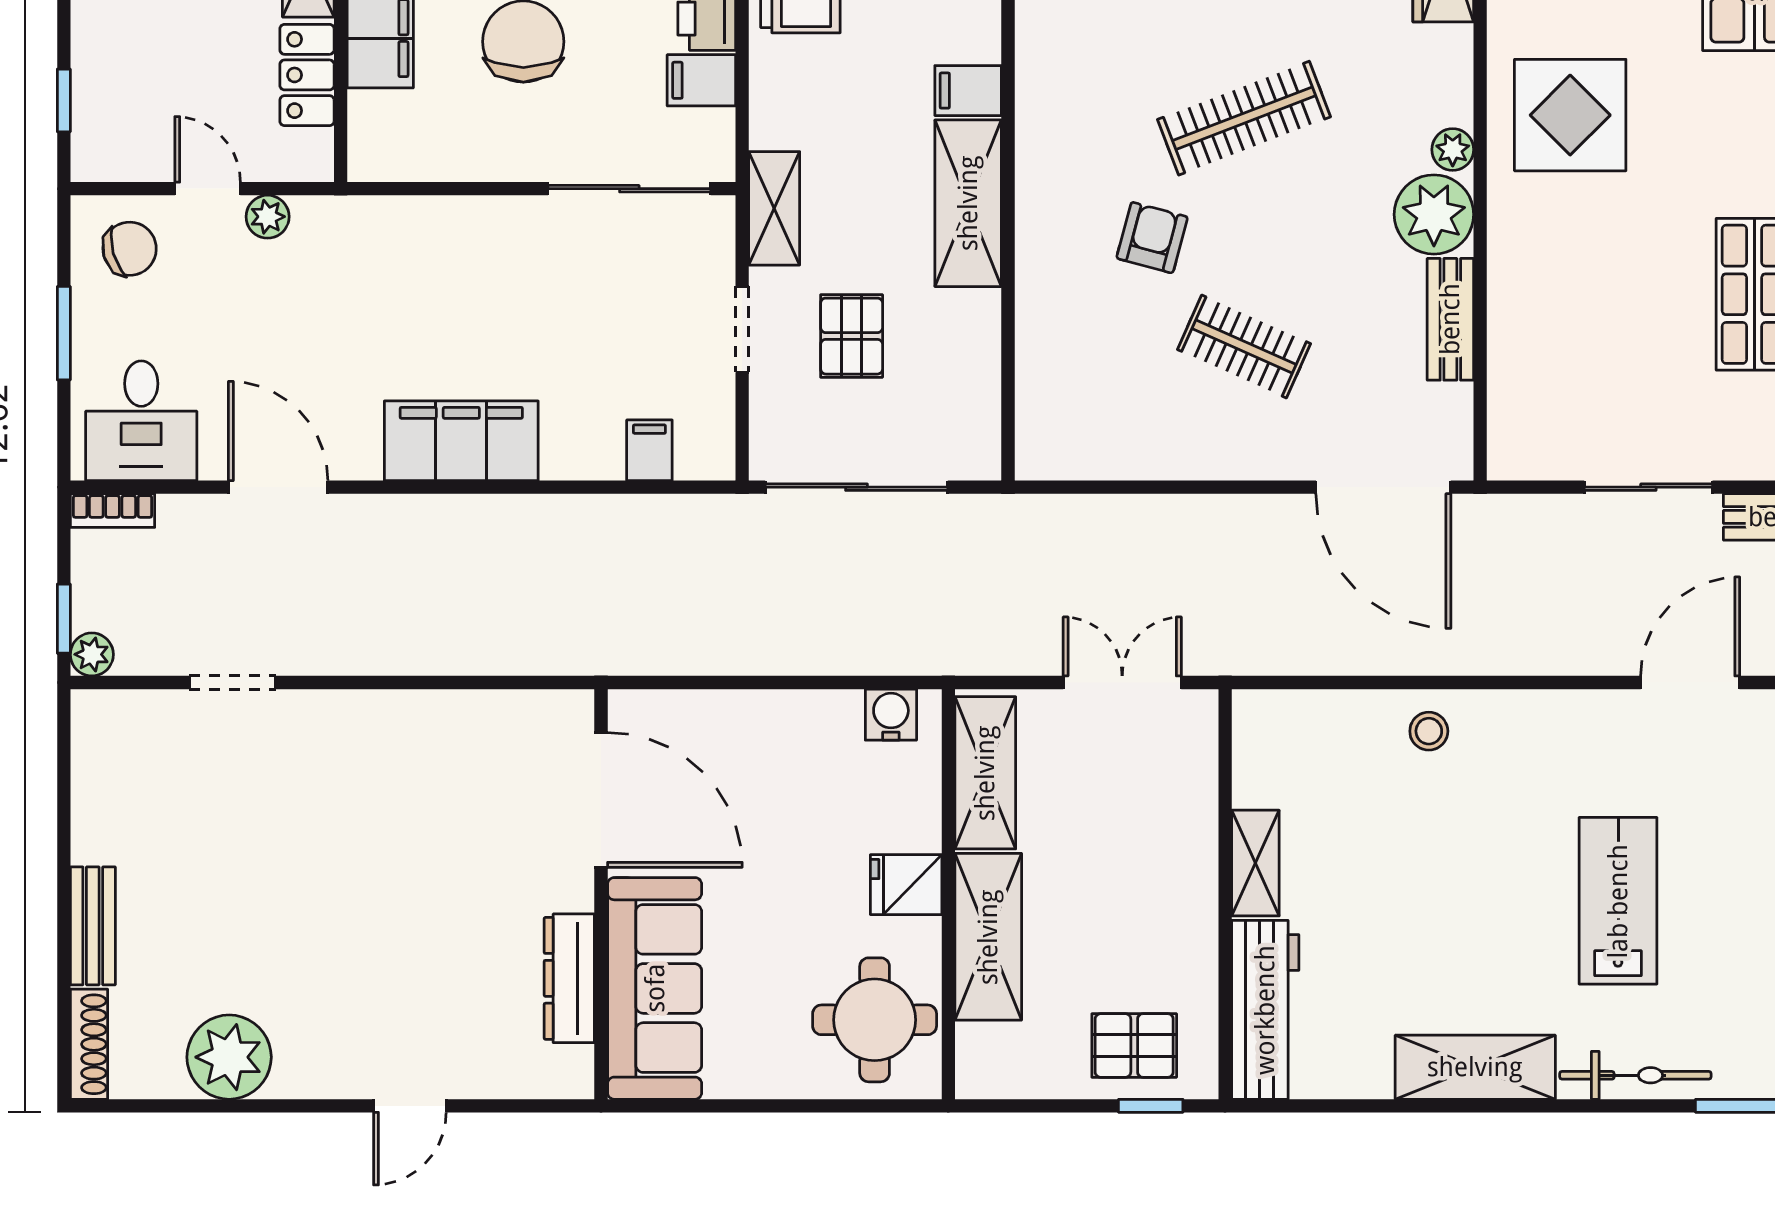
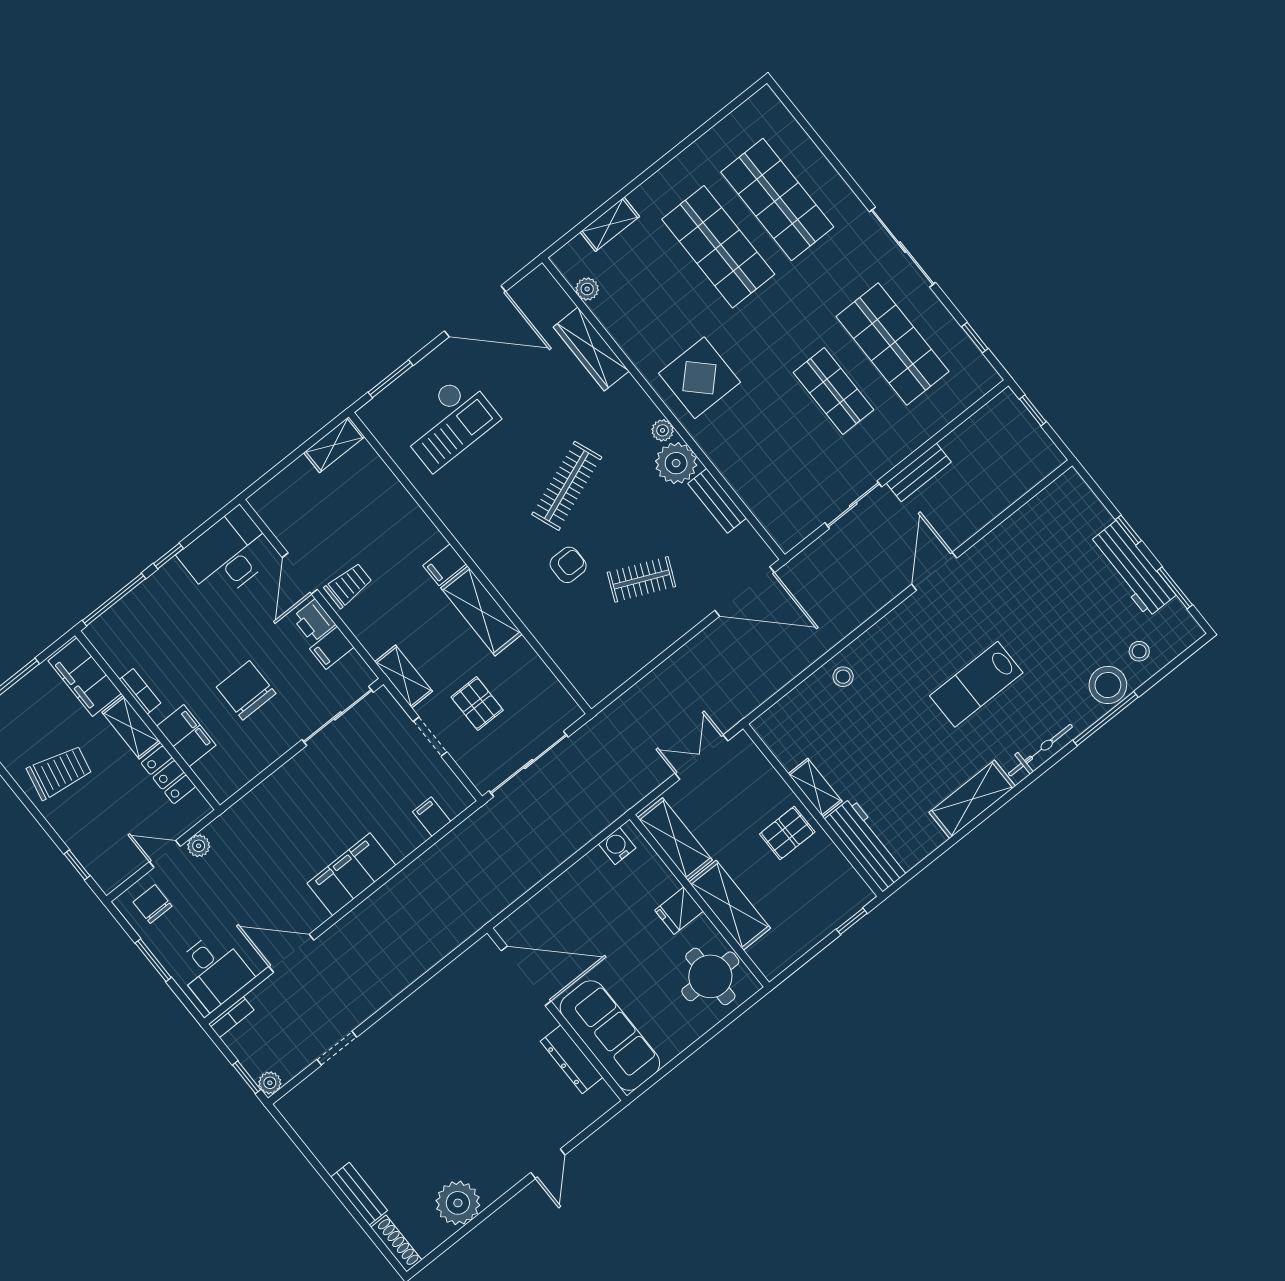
armchair: (1152, 238) -> (568, 565), turned 75
chair: (130, 249) -> (153, 904), turned -74
lab bench: (1618, 901) -> (976, 684), turned -90
pallet: (1134, 1045) -> (787, 833), moved

